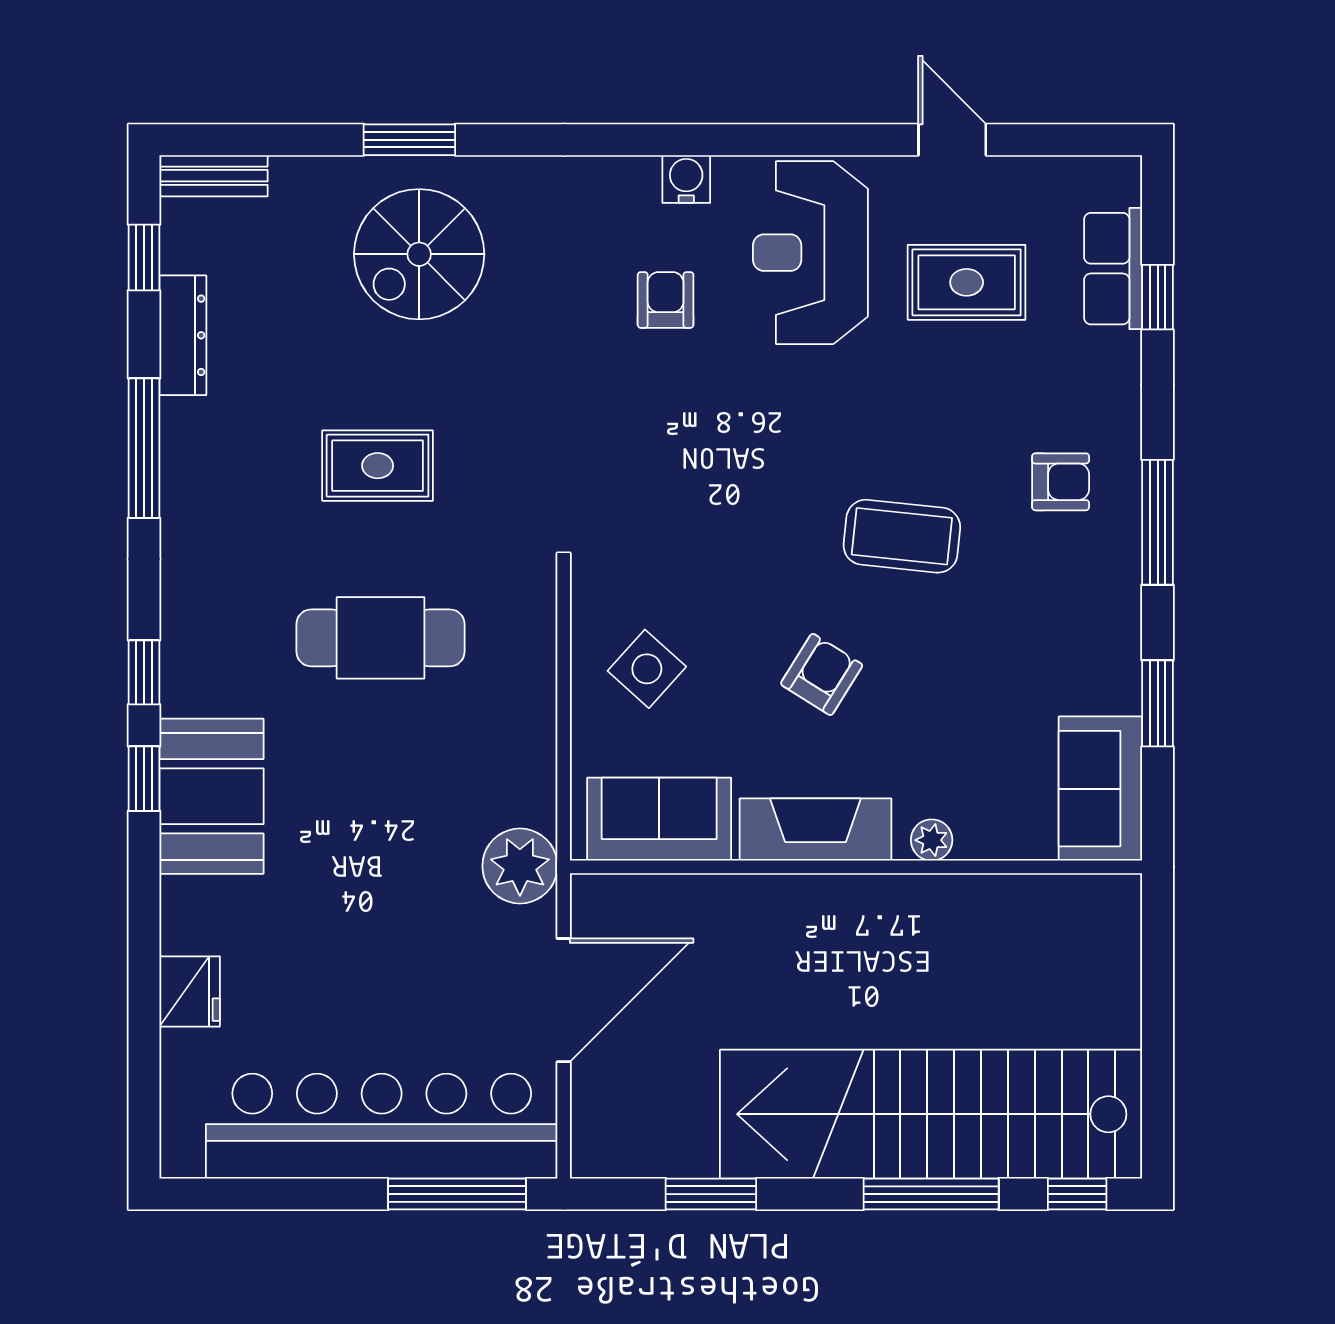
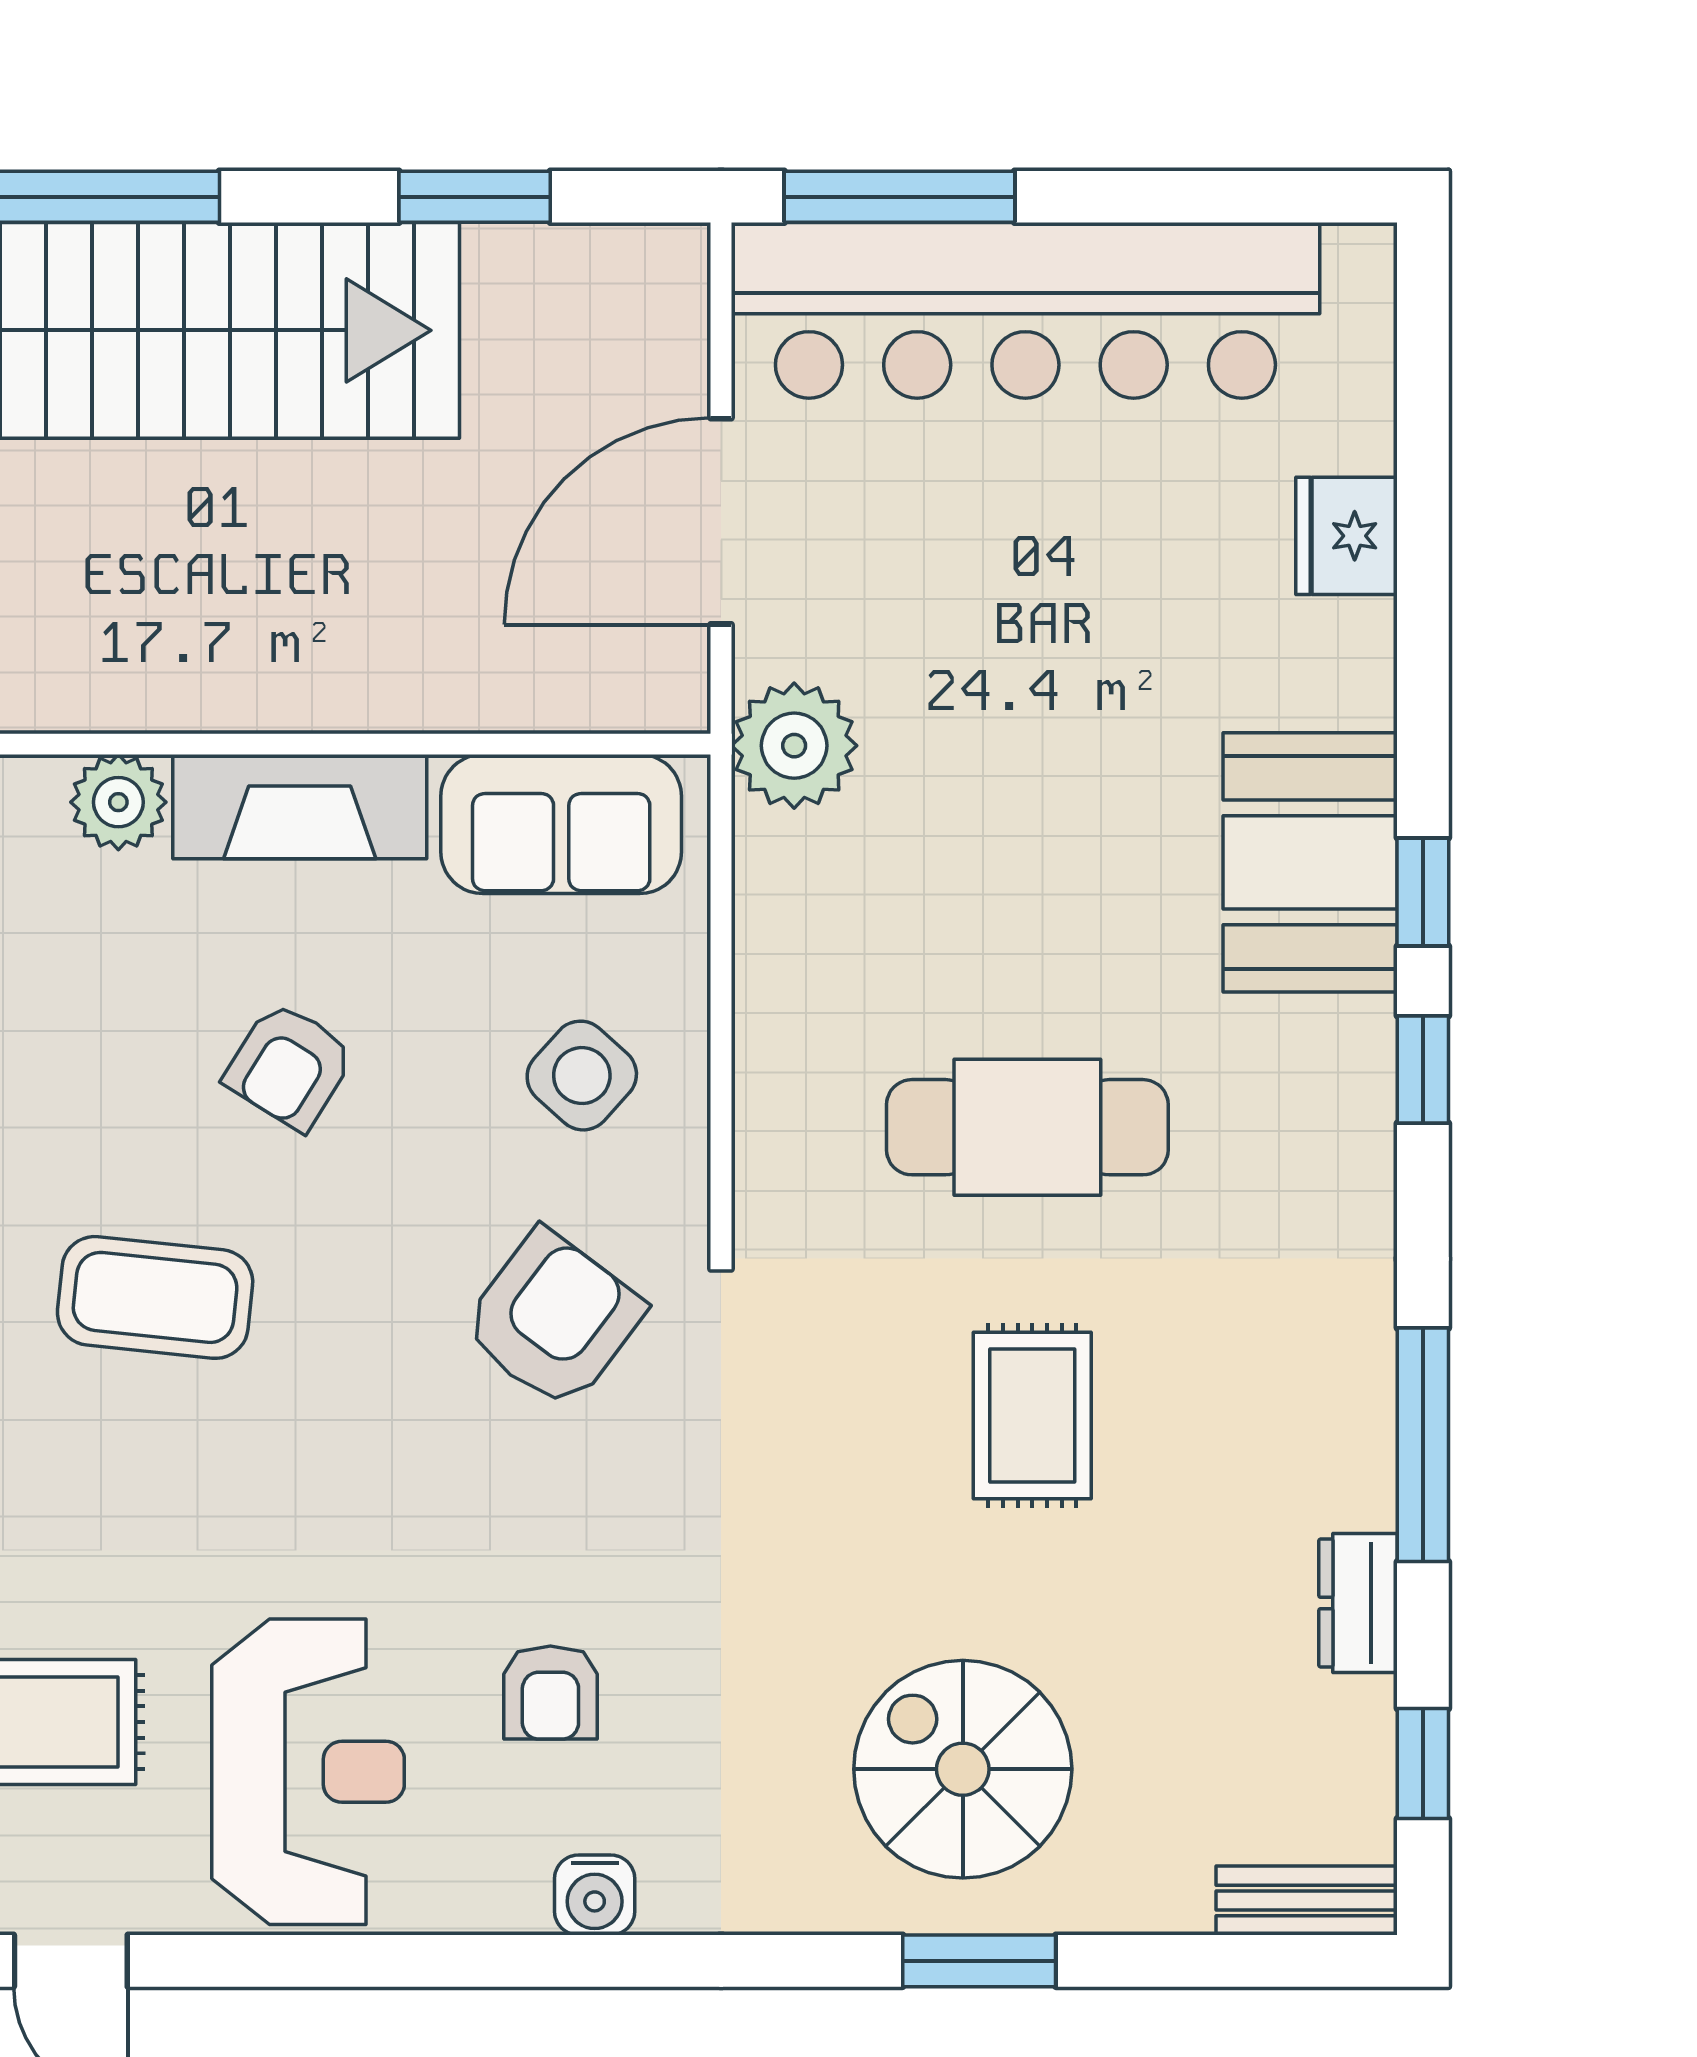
water cooler: (686, 179) -> (595, 1895), moved
spiral stairs: (419, 254) -> (963, 1769), turned -90
dresser: (183, 335) -> (1358, 1603), width x0.70
rug: (378, 466) -> (1032, 1415), turned 90
armchair: (664, 523) -> (553, 1319), added
plant: (932, 840) -> (118, 802), width x1.38, depth x1.38

